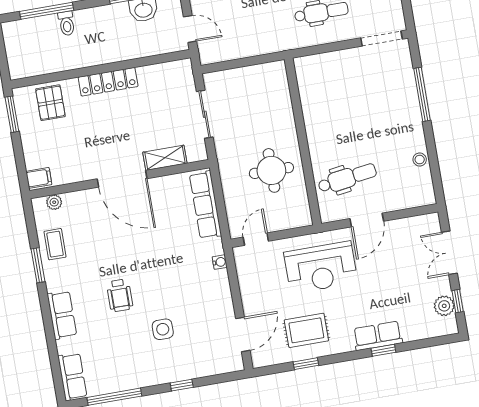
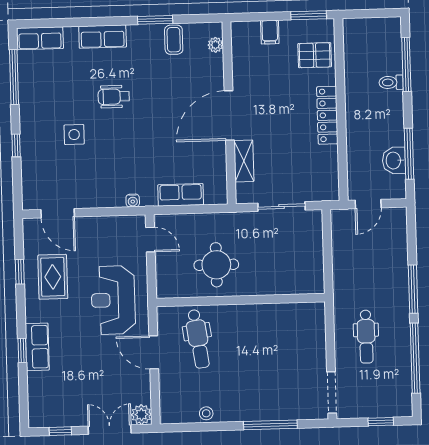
filing cabinet: (39, 178) -> (270, 32), moved
row of seats: (205, 205) -> (181, 195), width x0.68
coffee table: (55, 244) -> (174, 40), turned 90
plant: (444, 306) -> (141, 415), moved

